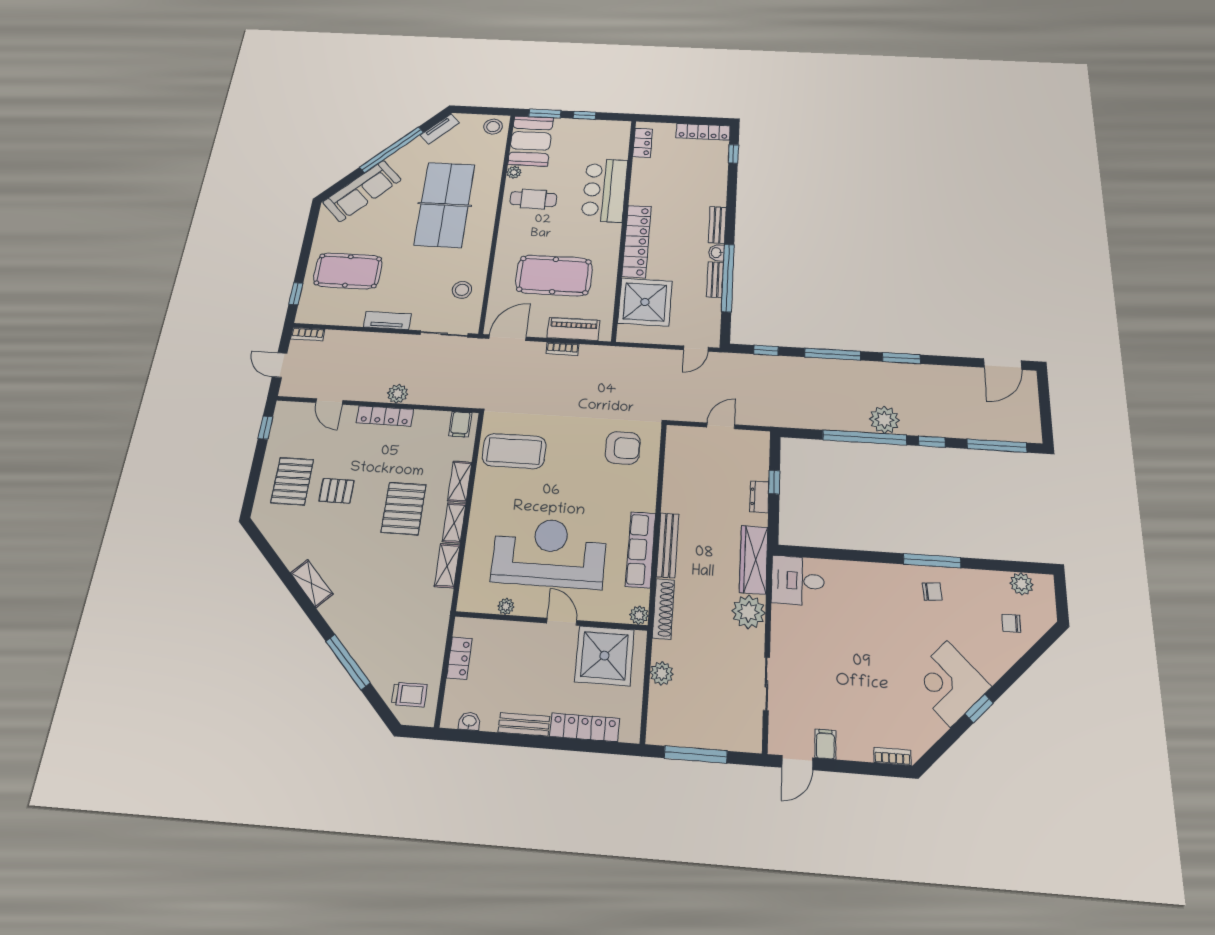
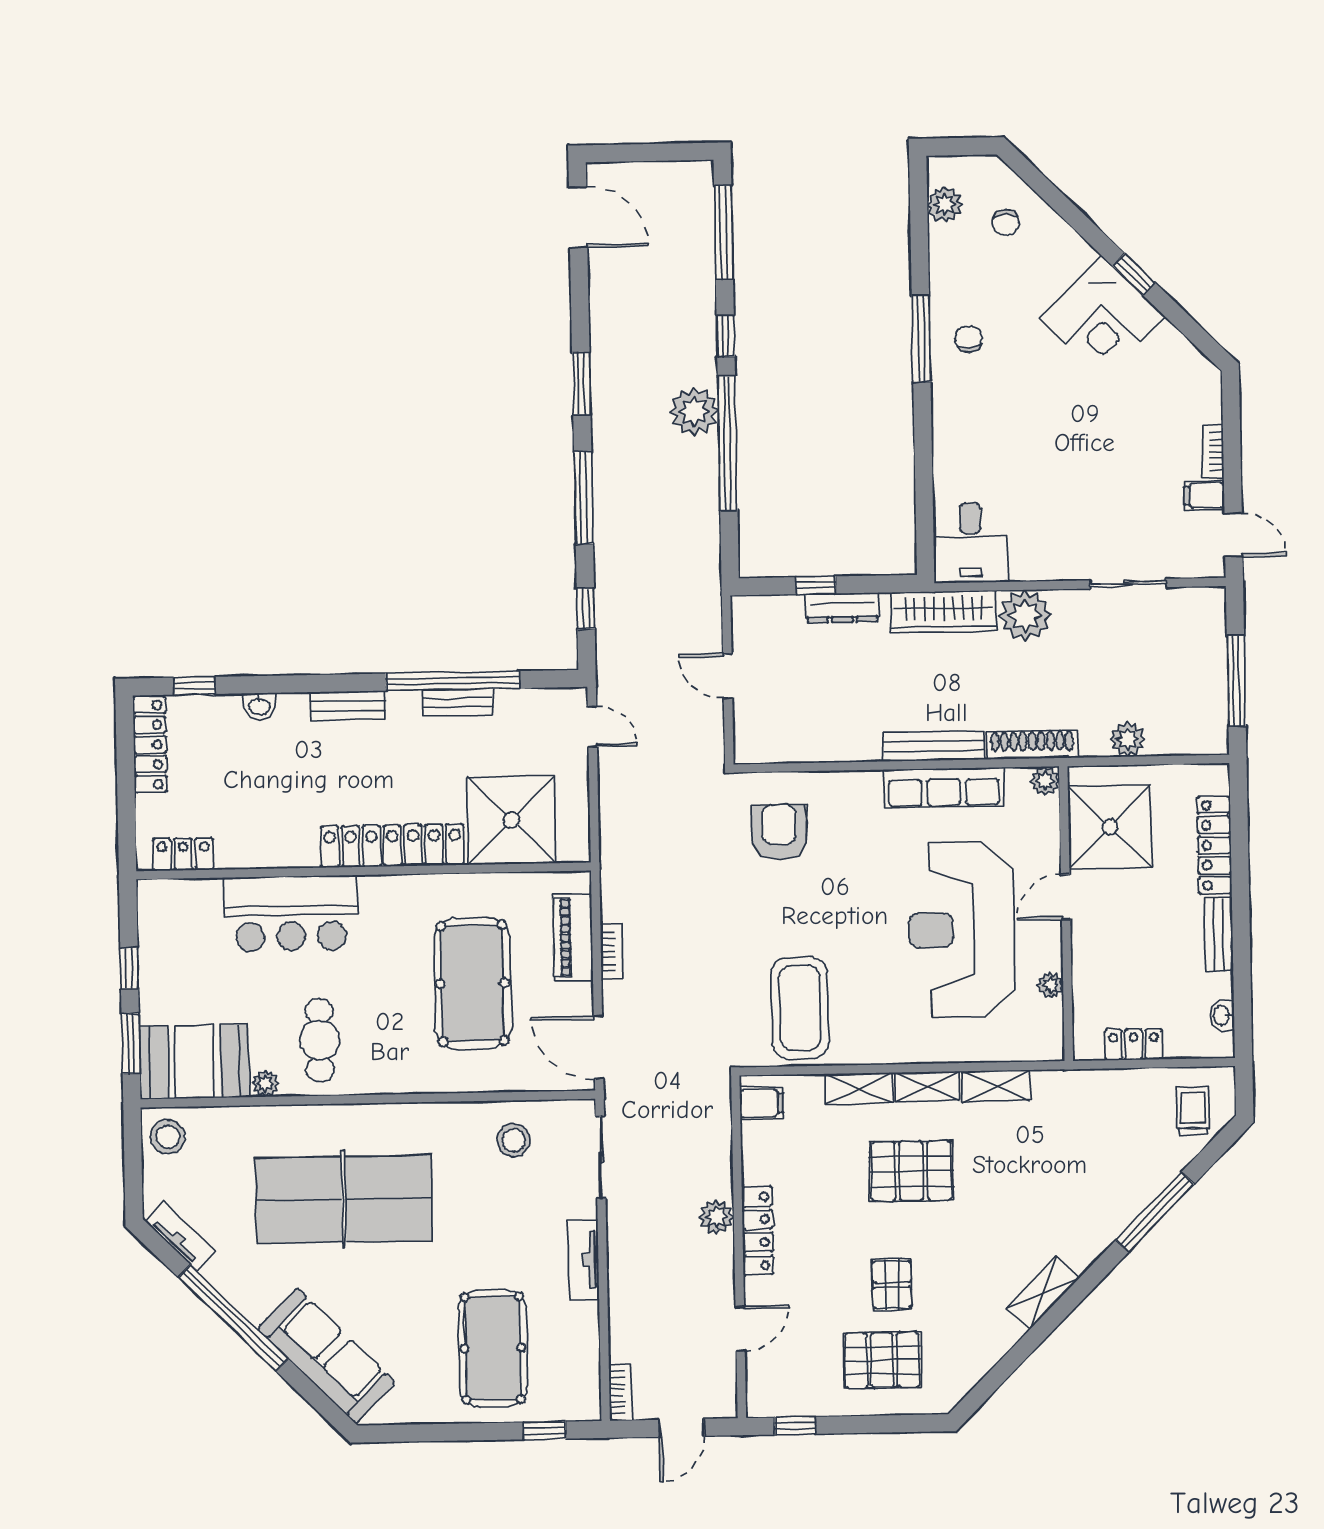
washbasin: (717, 253) -> (259, 706), moved
dresser: (759, 497) -> (842, 608), width x1.44
bookcase: (892, 756) -> (1213, 452), moved

